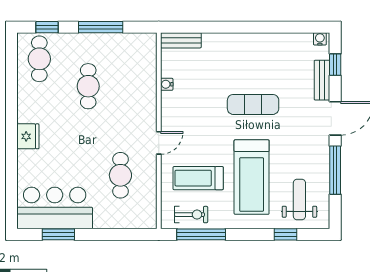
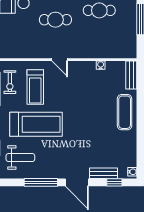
exercise mat: (253, 104) -> (125, 112), moved
cafe table: (120, 175) -> (55, 20), moved
treadmill: (252, 177) -> (36, 124), turned 180
treadmill: (198, 178) -> (35, 87), turned 180

